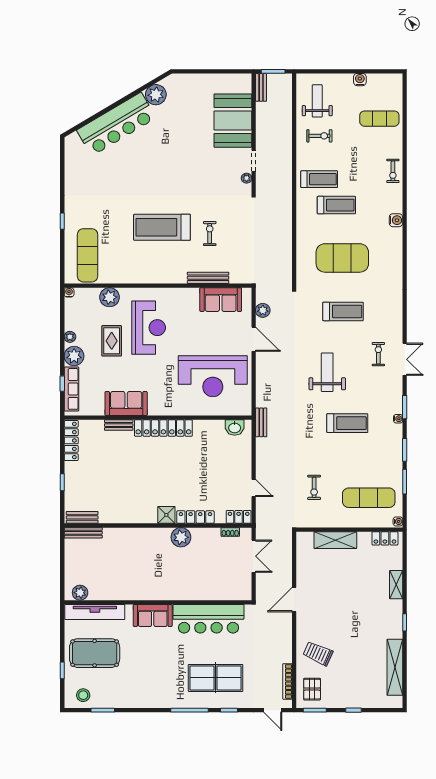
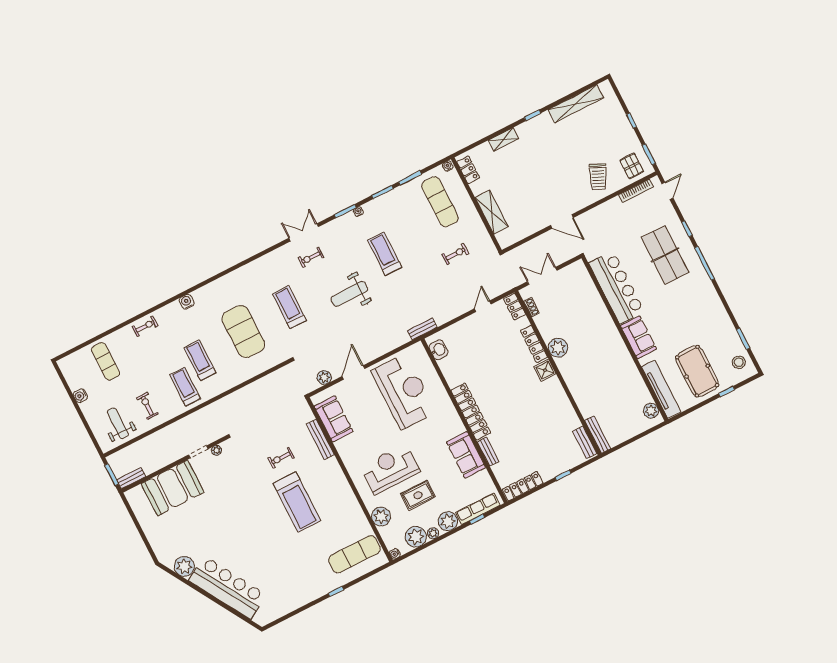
weight bench: (317, 101) -> (118, 423), turned 90
plant: (75, 320) -> (416, 537), added
pallet: (312, 689) -> (632, 166), turned 90

